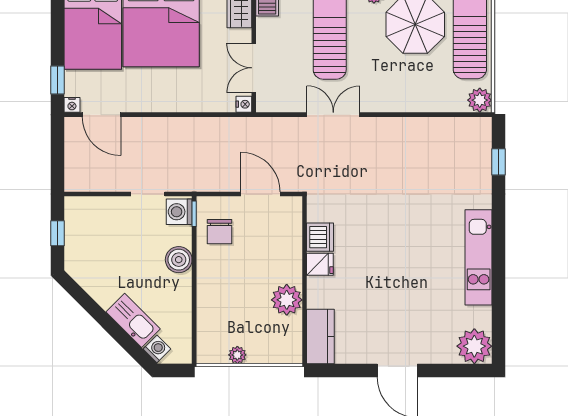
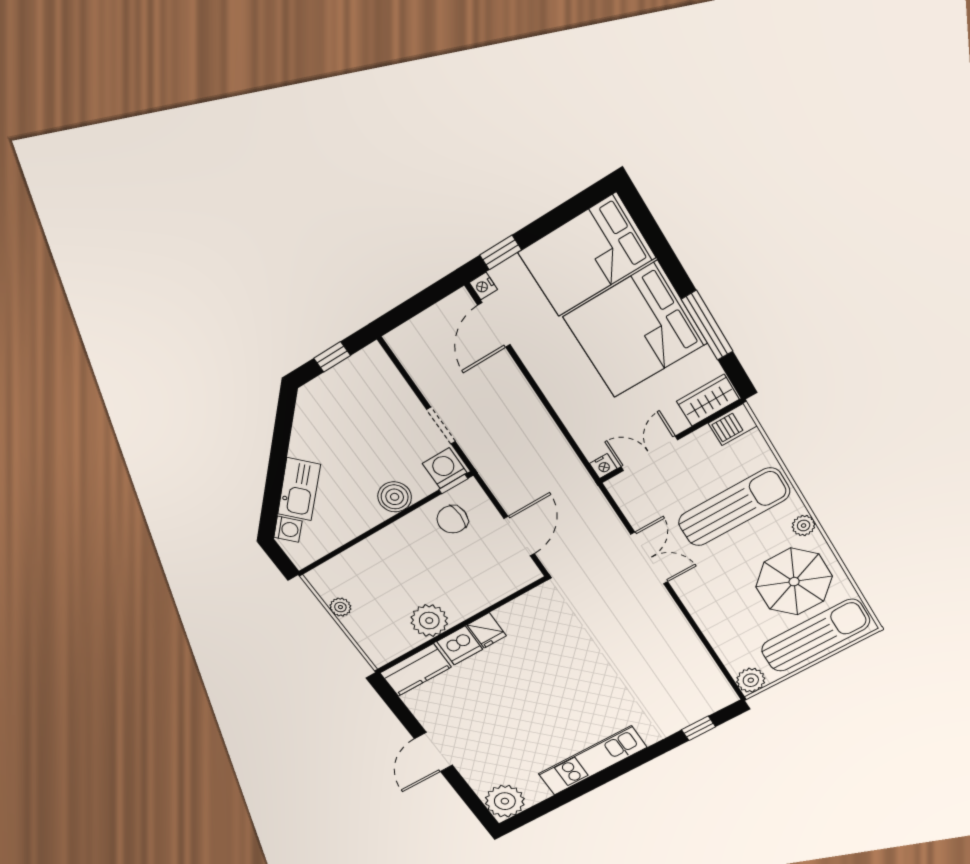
dishwasher: (320, 237) -> (460, 645), moved

